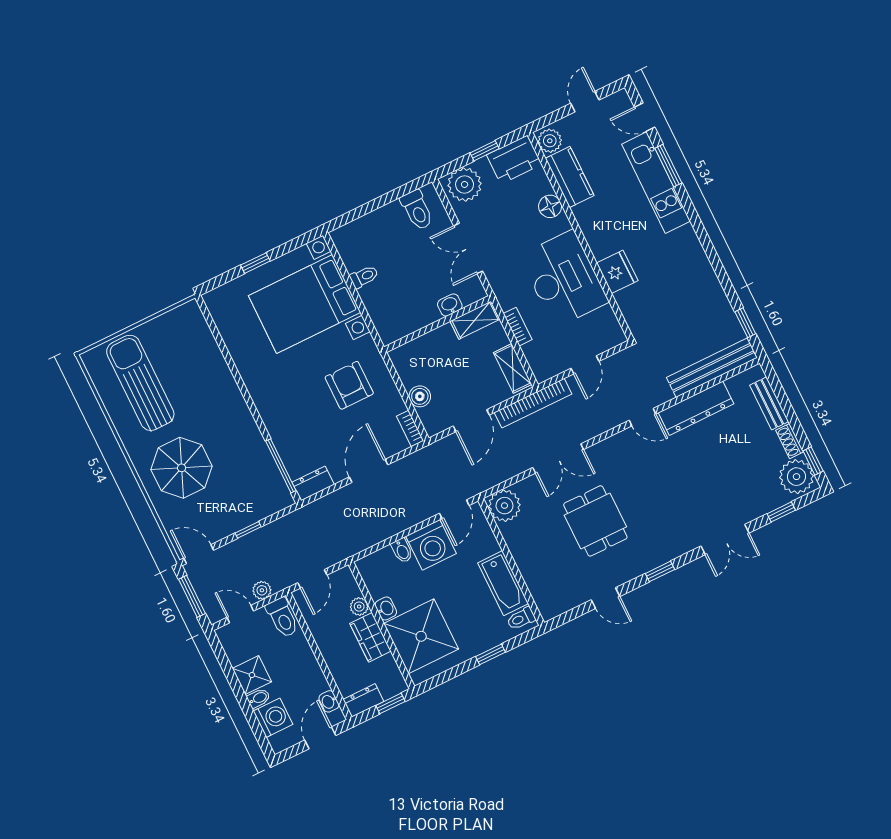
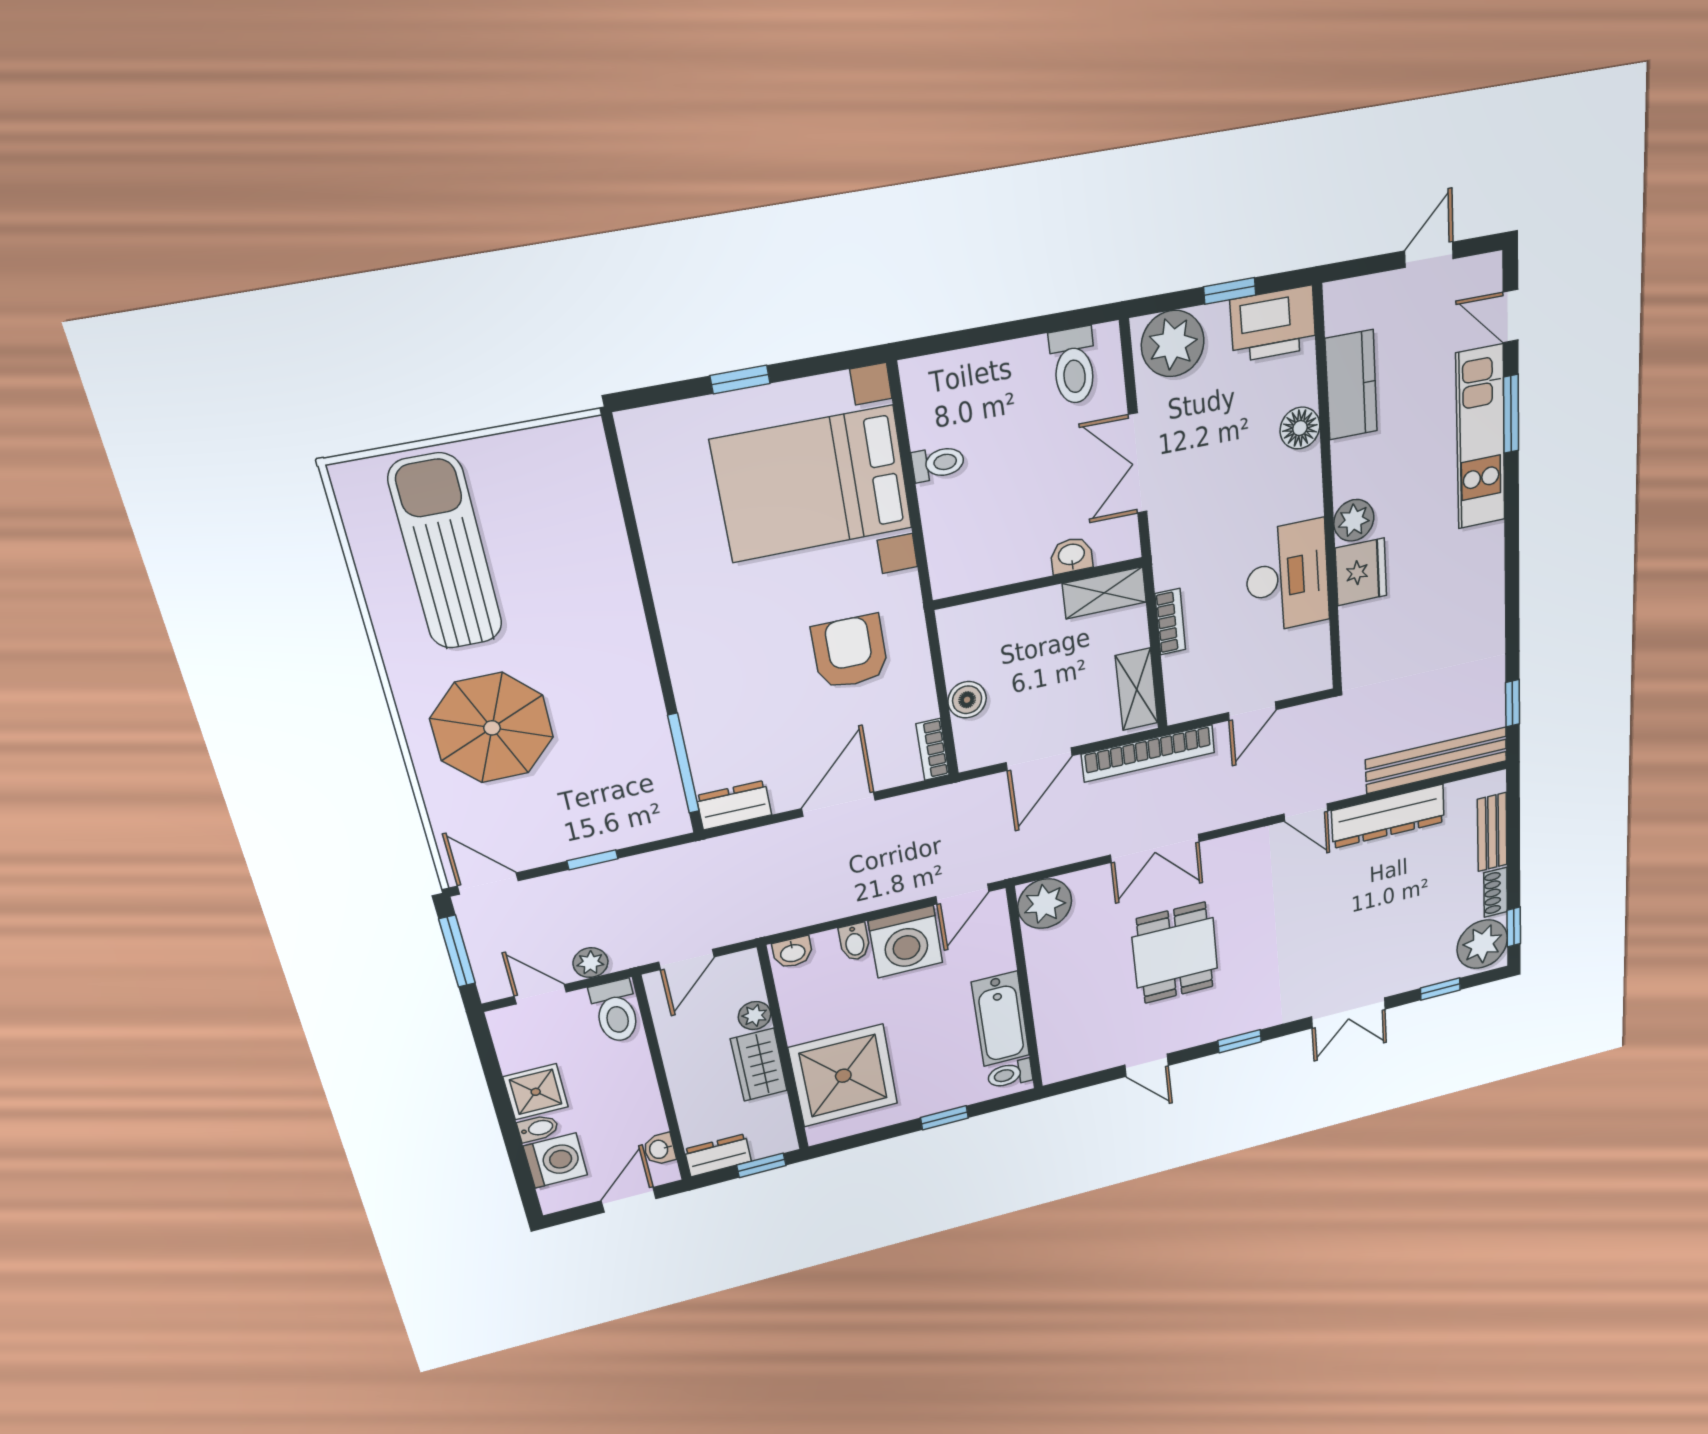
plant: (550, 141) -> (1354, 520), moved
desk: (564, 279) -> (1287, 577), width x0.73, depth x0.77
washbasin: (386, 608) -> (793, 952), moved, turned 90

